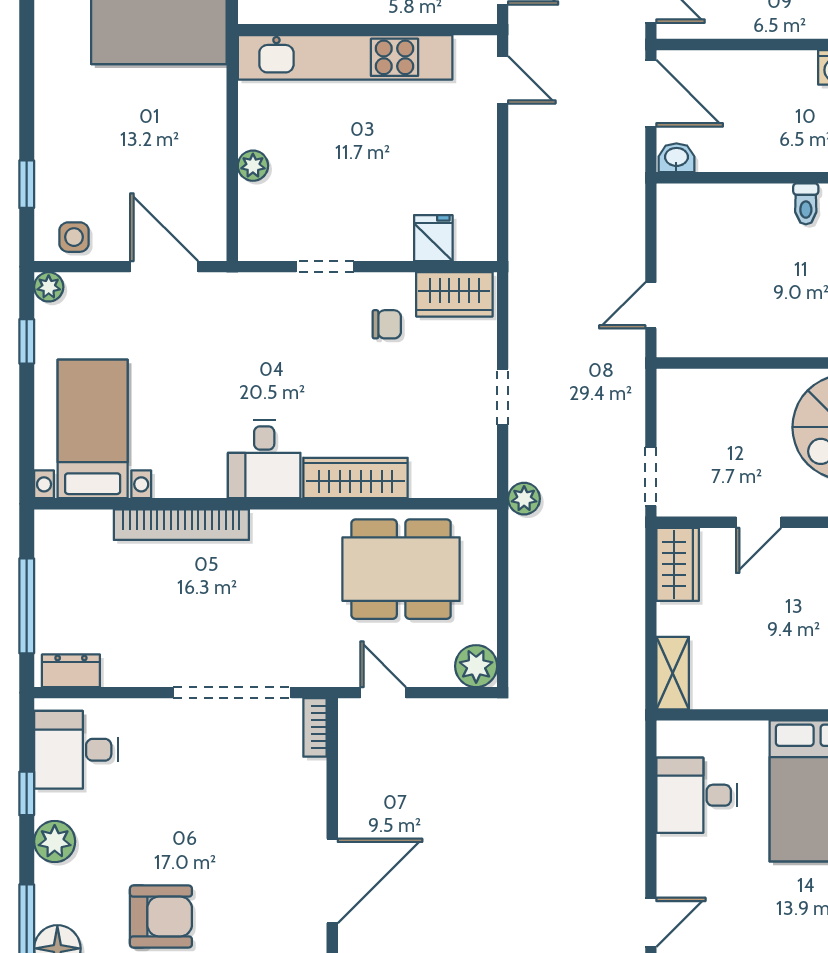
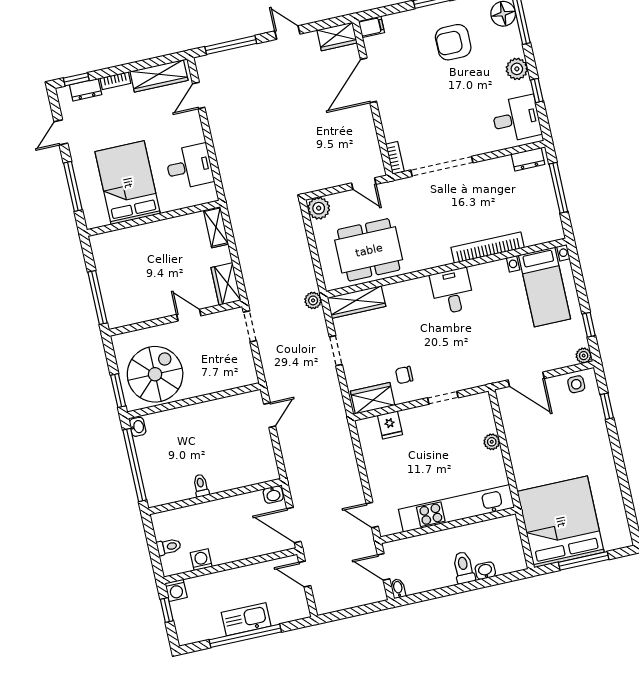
wardrobe: (356, 478) -> (356, 302), moved
door: (759, 522) -> (189, 315), hinge flipped

